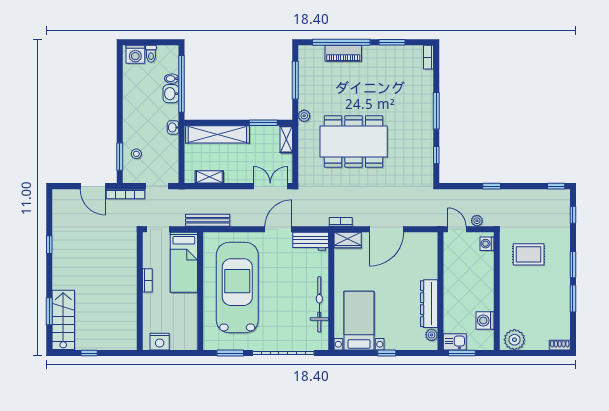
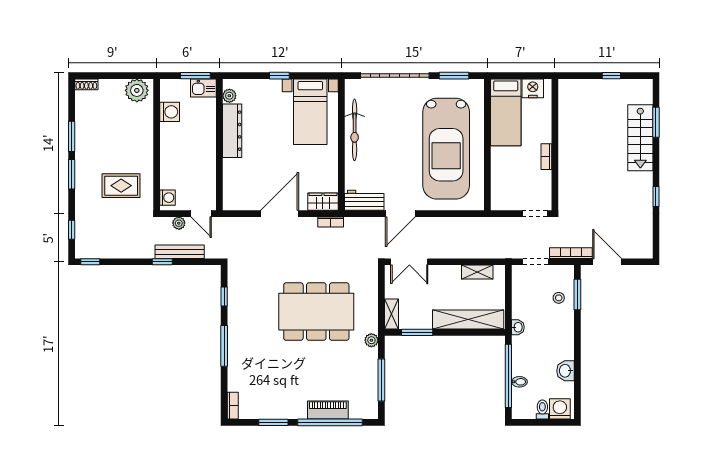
washbasin: (171, 94) -> (565, 371), moved, turned 180
bench: (208, 220) -> (180, 252), moved
bed: (184, 262) -> (506, 112), moved, turned 180
stairs: (63, 320) -> (640, 138), moved

